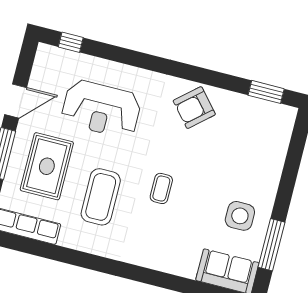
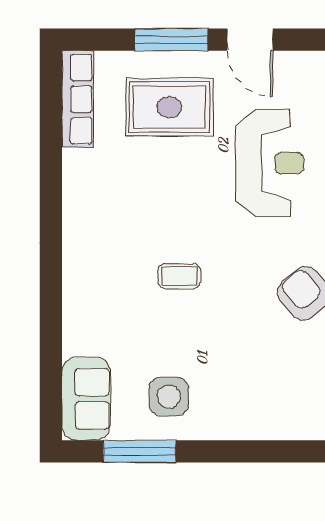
reception desk: (101, 109) -> (270, 163), turned 180
coffee table: (101, 197) -> (146, 194), removed

